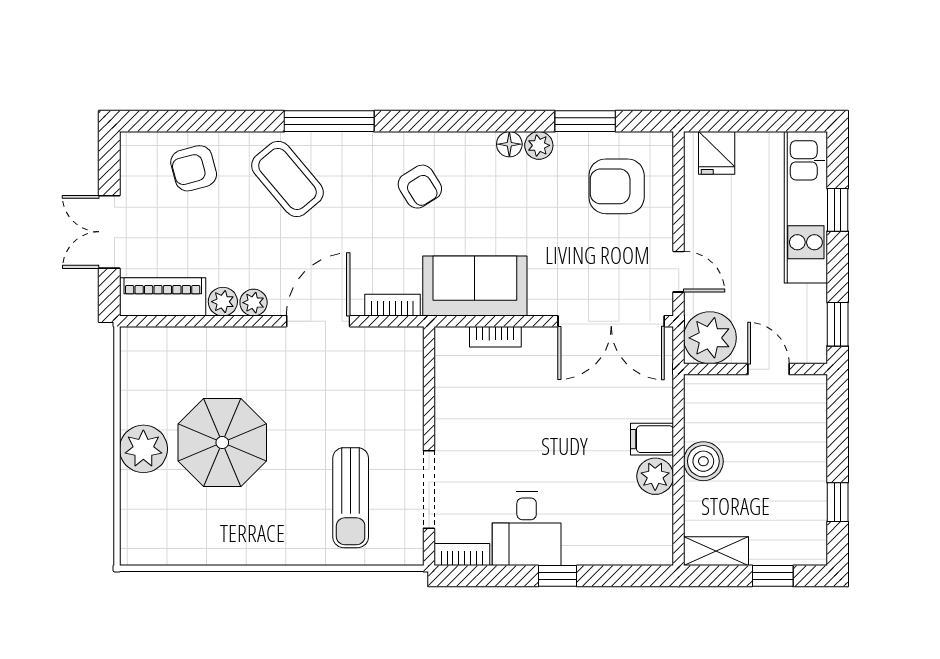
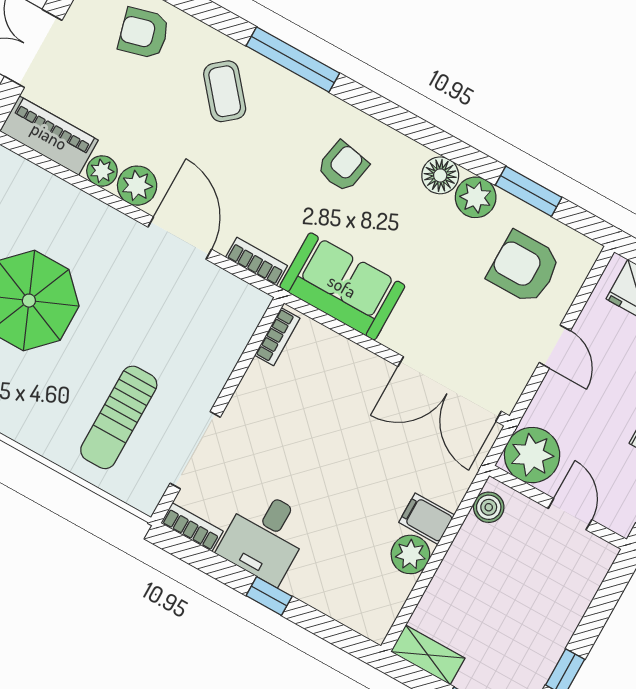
floor lamp: (509, 144) -> (440, 175), width x1.37, depth x1.37
plant: (539, 145) -> (476, 197), width x1.38, depth x1.38
coffee table: (287, 179) -> (225, 91), width x0.73, depth x0.77
armchair: (420, 187) -> (343, 166), turned -137
door: (679, 272) -> (555, 347), moved
plant: (254, 303) -> (137, 186), width x1.38, depth x1.38
door: (318, 321) -> (180, 238), hinge flipped
bookcase: (495, 337) -> (277, 337), moved, turned -90
boiler: (703, 461) -> (489, 507), moved, width x0.73, depth x0.73

